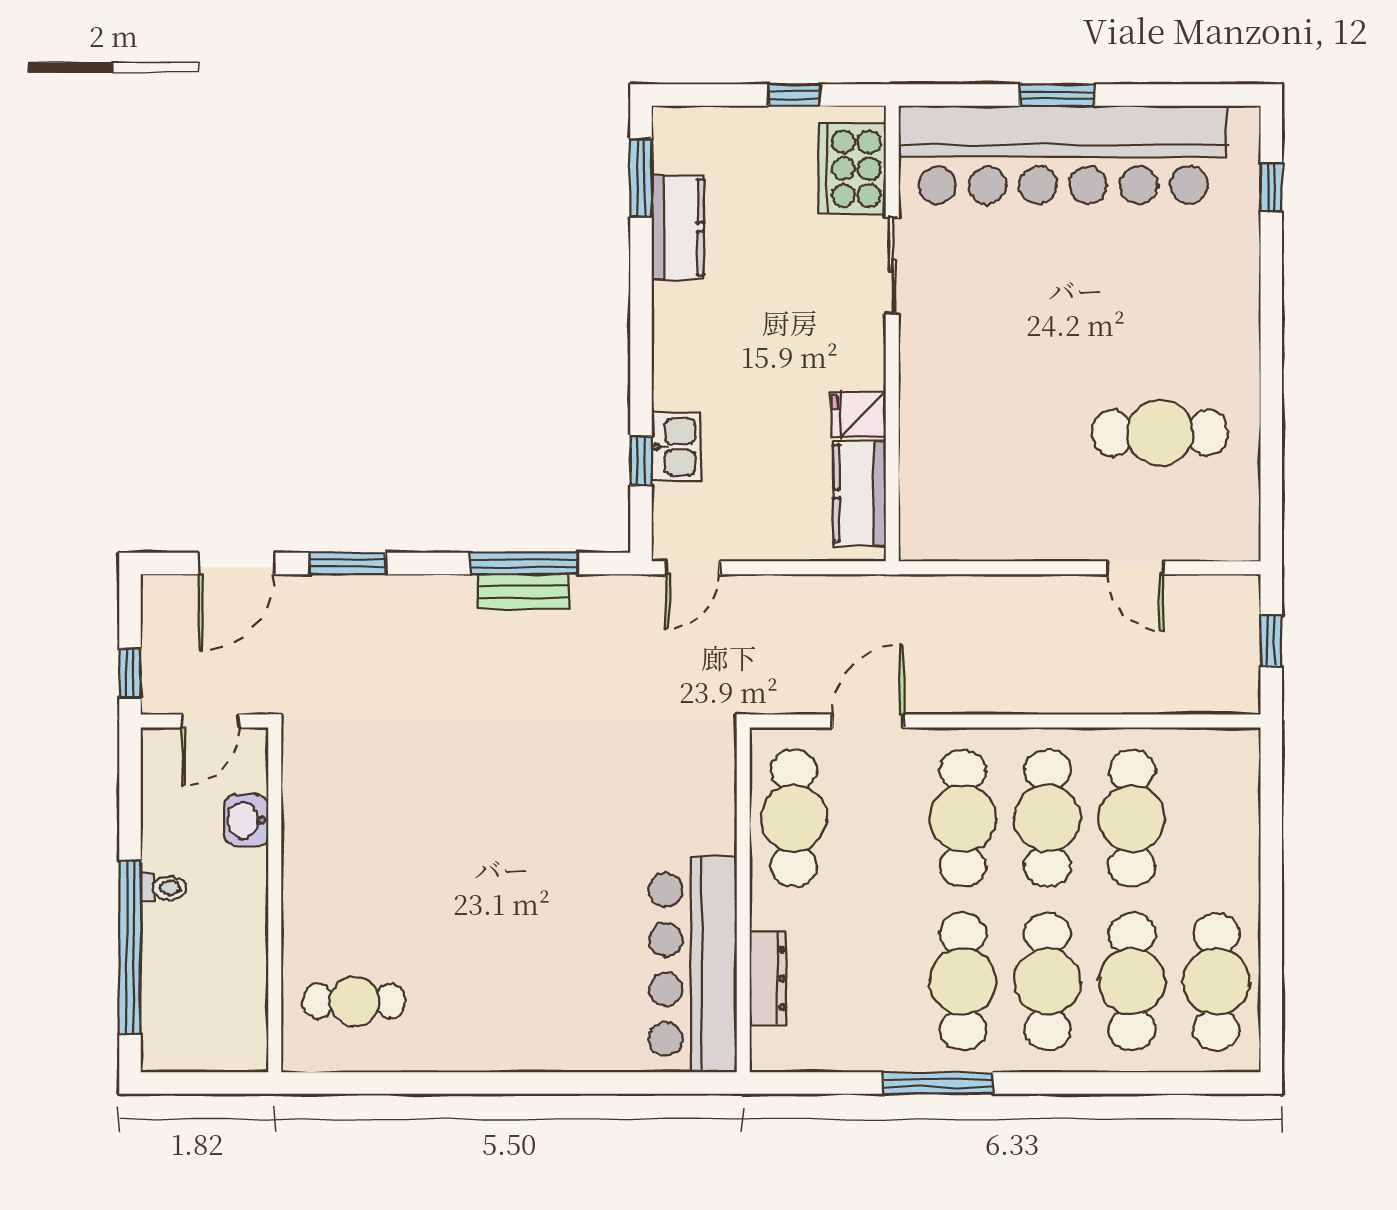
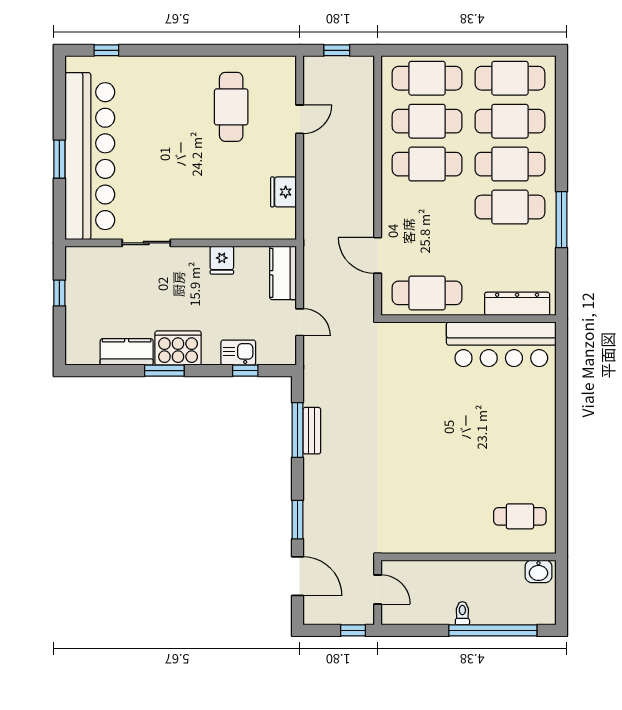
cooker: (852, 169) -> (178, 348), moved, turned 180
window: (641, 178) -> (164, 371), moved
kitchen counter: (860, 493) -> (283, 273), moved, turned 90
fridge: (993, 536) -> (284, 192), added
door: (693, 568) -> (300, 322), moved
cafe table: (963, 818) -> (427, 78), moved
washbasin: (246, 820) -> (539, 571), moved
dresser: (768, 978) -> (517, 304), width x1.37, depth x1.24
cafe table: (354, 1001) -> (520, 516), turned 90

